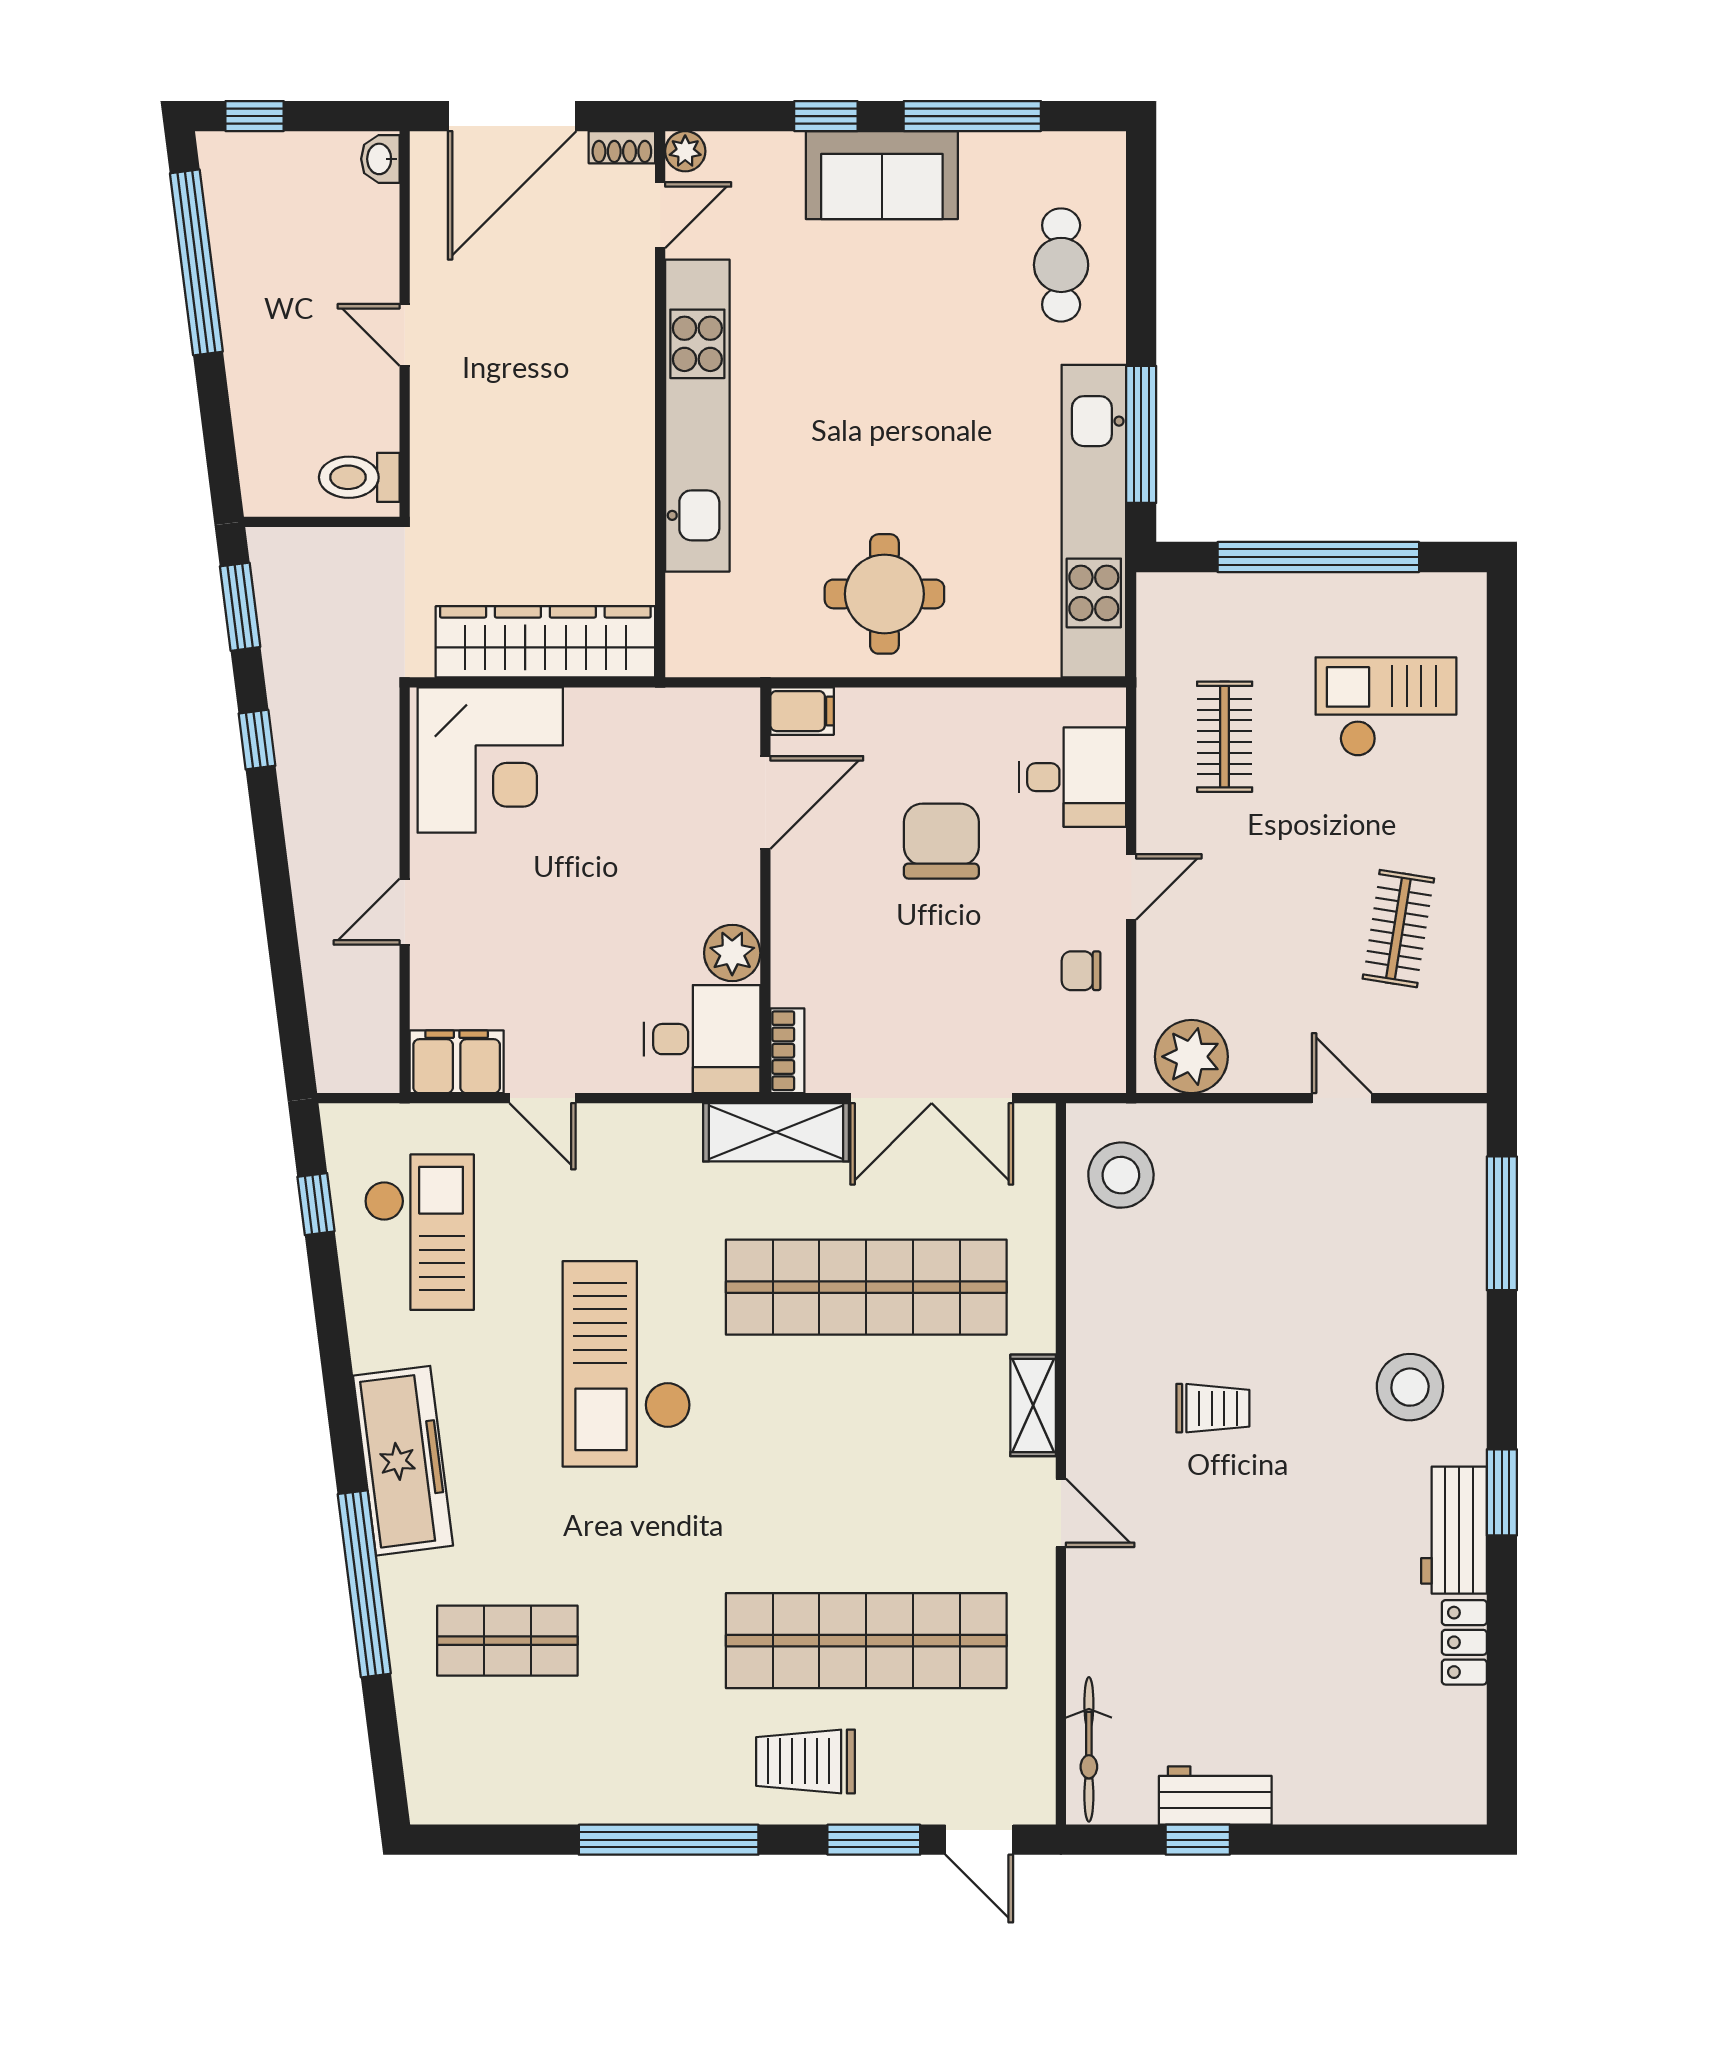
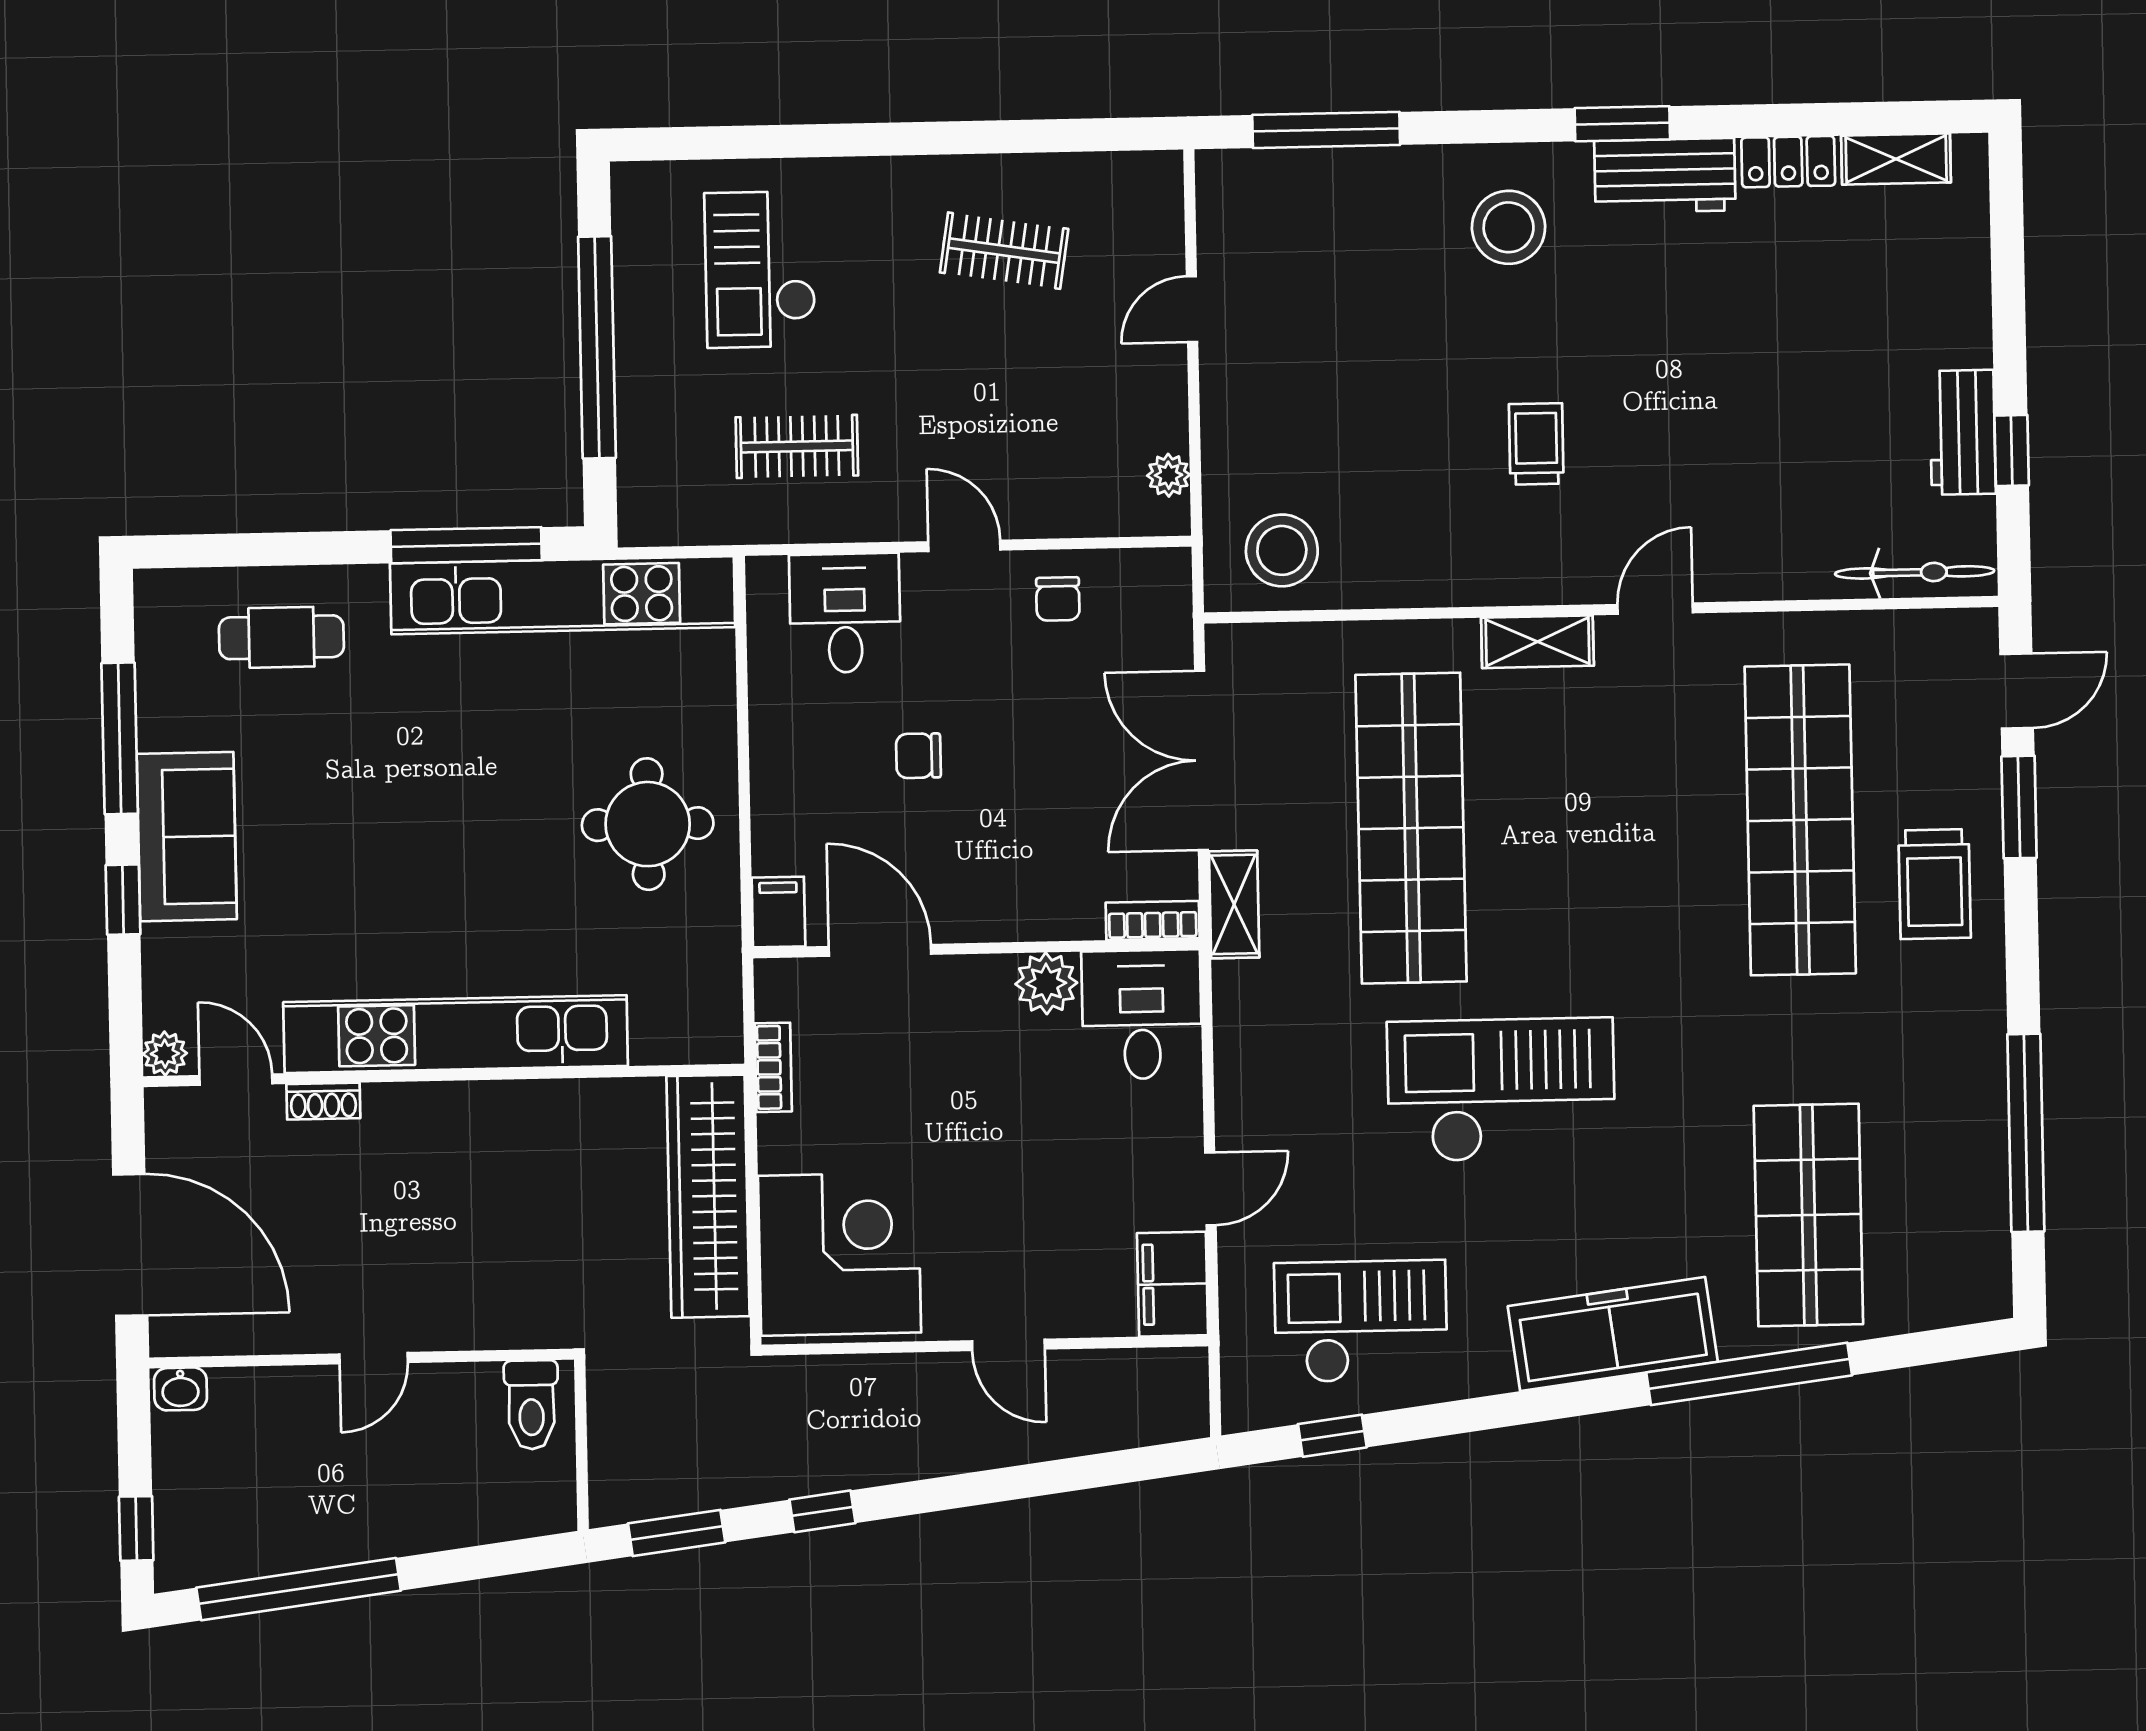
shoe rack: (622, 147) -> (323, 1101), moved, turned 90
bookcase: (661, 703) -> (773, 1067), added
chair: (941, 841) -> (918, 756), width x0.54, depth x0.54
plant: (1191, 1057) -> (1169, 475), width x0.53, depth x0.53
double door: (932, 1098) -> (1201, 760), swing flipped
shelving: (776, 1132) -> (1234, 904), width x0.67, depth x0.75
checkout: (627, 1364) -> (1501, 1090), turned 180
shop shelf: (507, 1641) -> (1808, 1215), width x1.43, depth x1.36
shelving: (1465, 1740) -> (1896, 159), added
window: (669, 1840) -> (2026, 1133), moved

